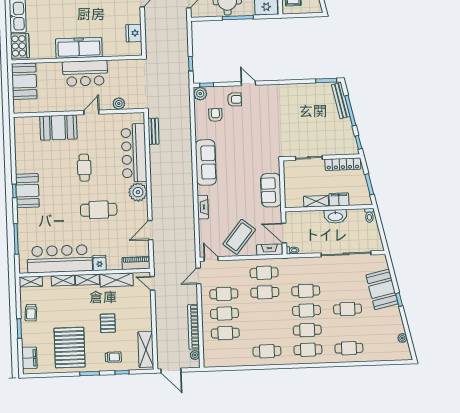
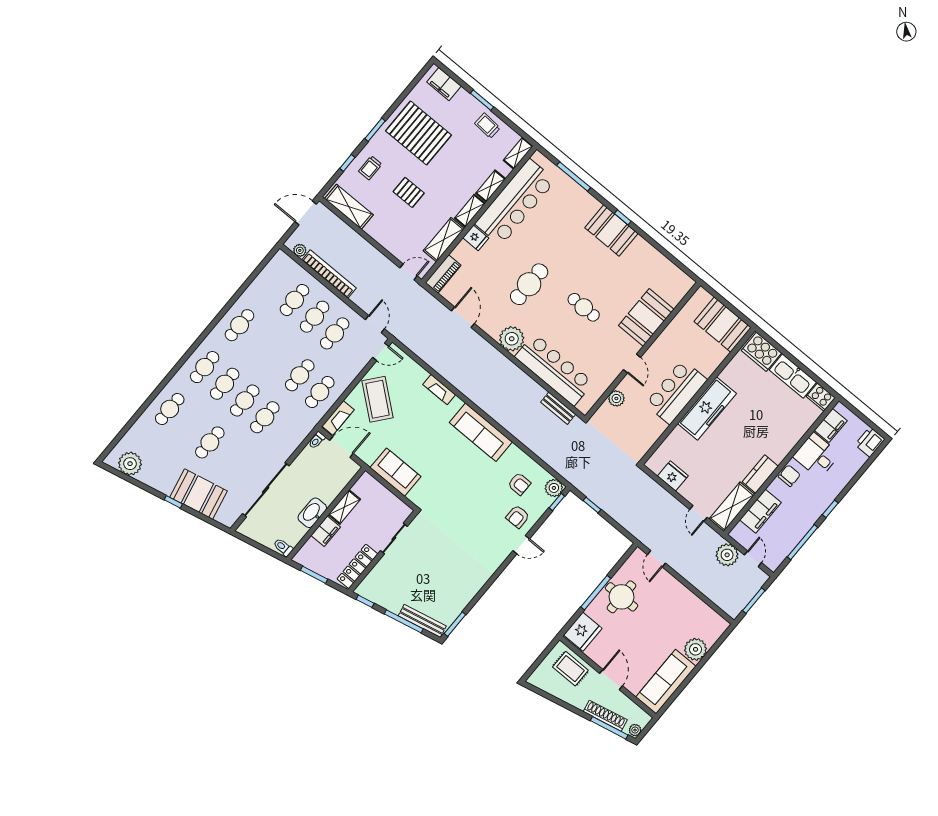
plant: (402, 338) -> (130, 464), width x1.88, depth x1.88

